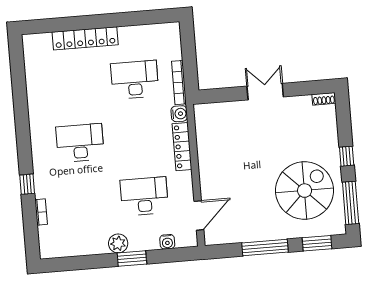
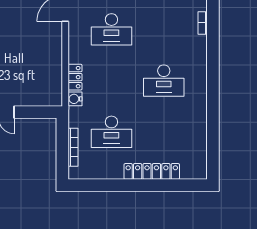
bookcase: (179, 83) -> (73, 147), moved
locker: (182, 147) -> (75, 77), width x0.66
window: (27, 184) -> (213, 48), removed

